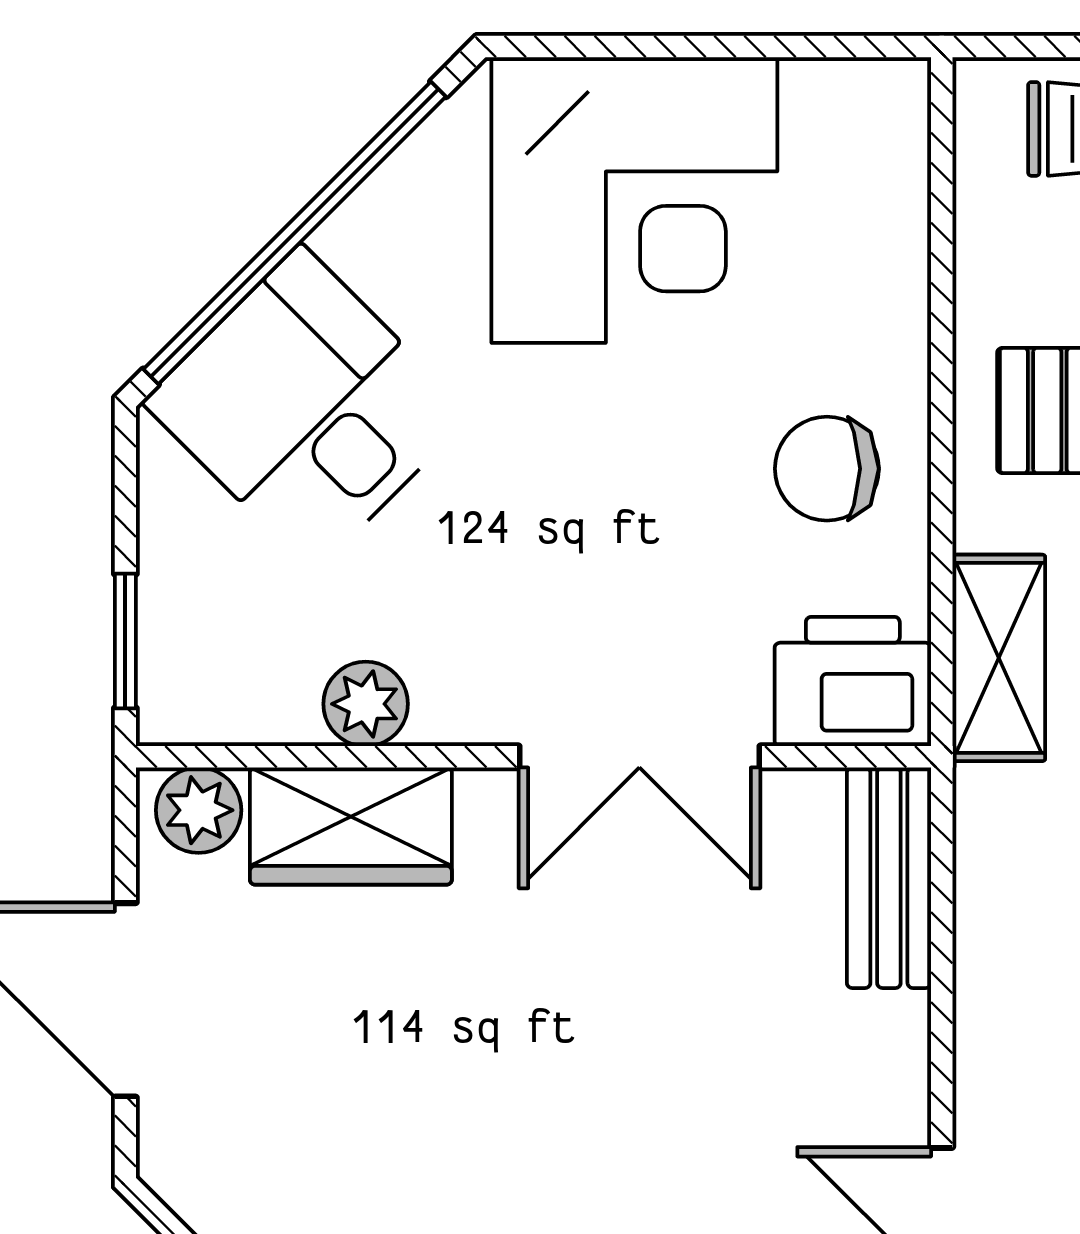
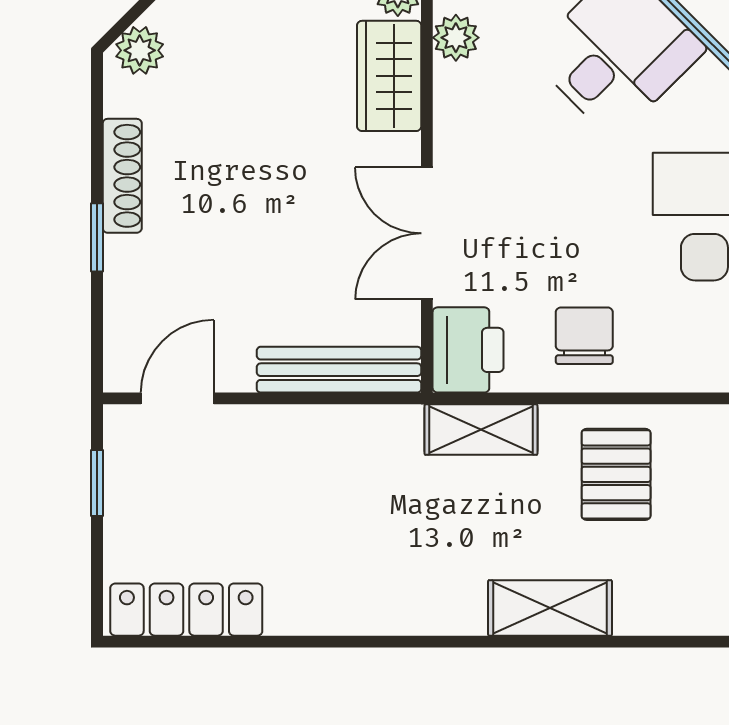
plant: (366, 704) -> (456, 38), moved
bench: (889, 878) -> (339, 370), width x1.36

